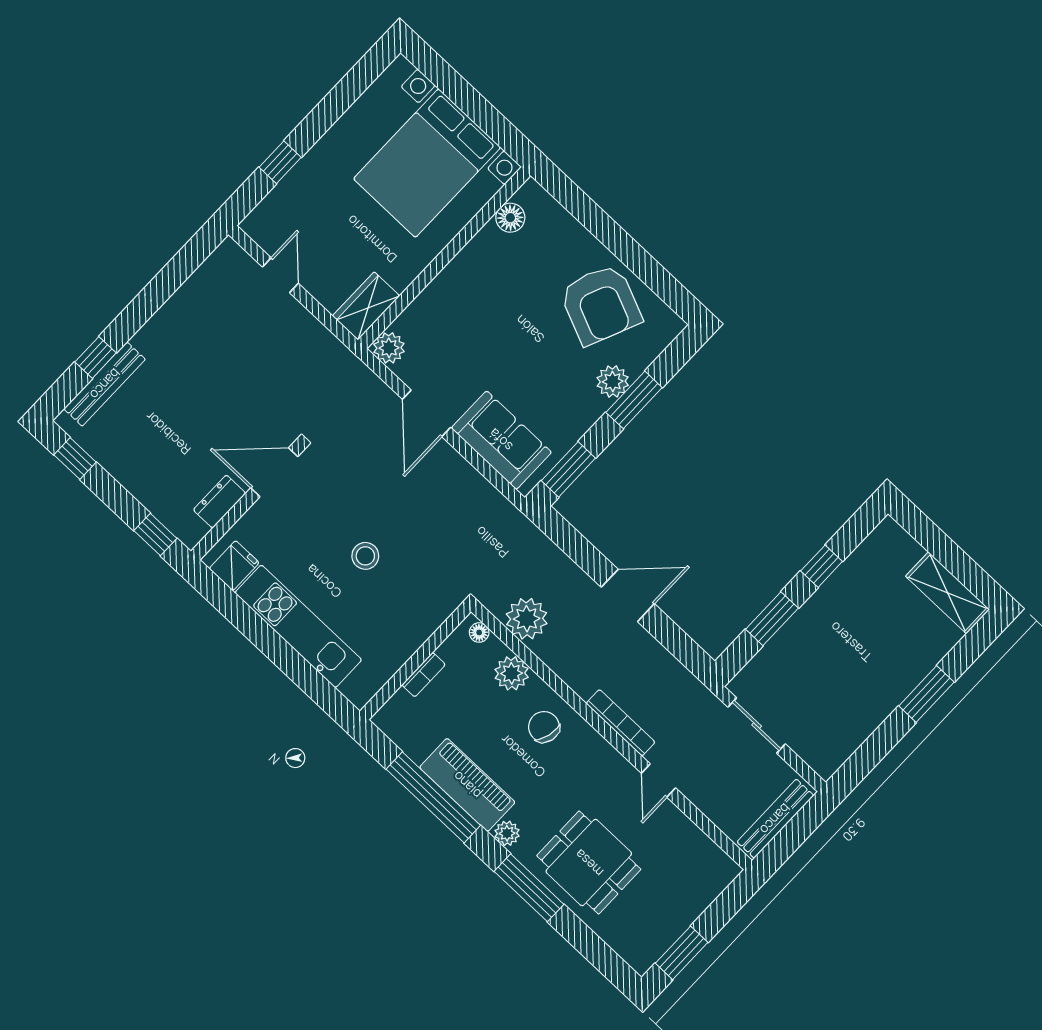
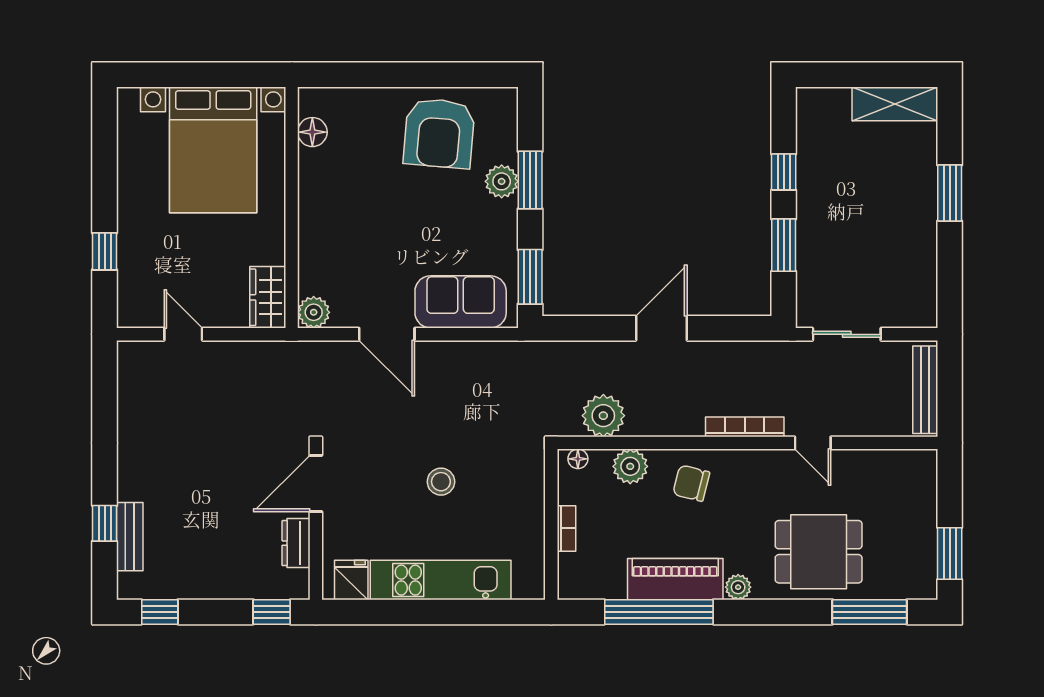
armchair: (601, 304) -> (439, 133), turned 72
bench: (105, 384) -> (130, 537), width x0.73
window: (529, 888) -> (870, 612), moved

